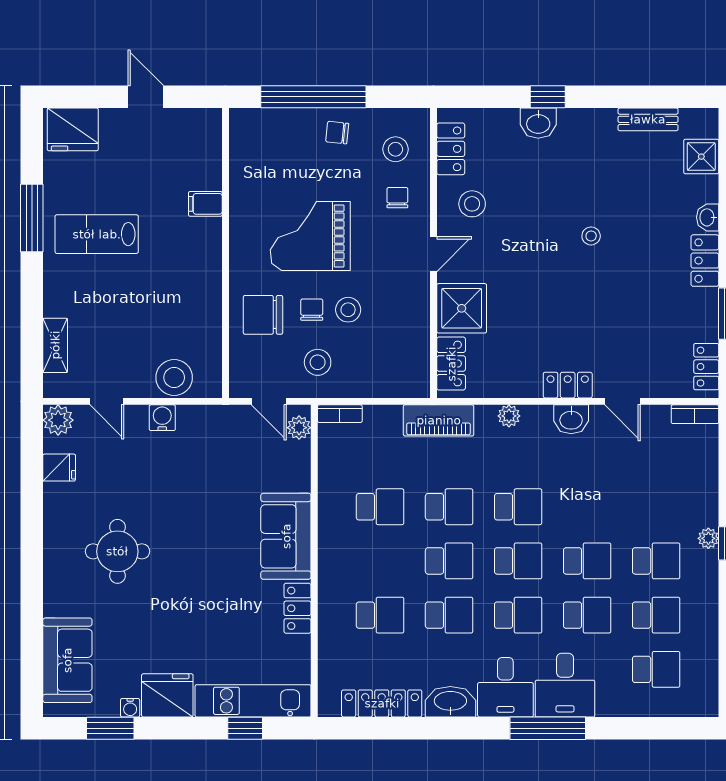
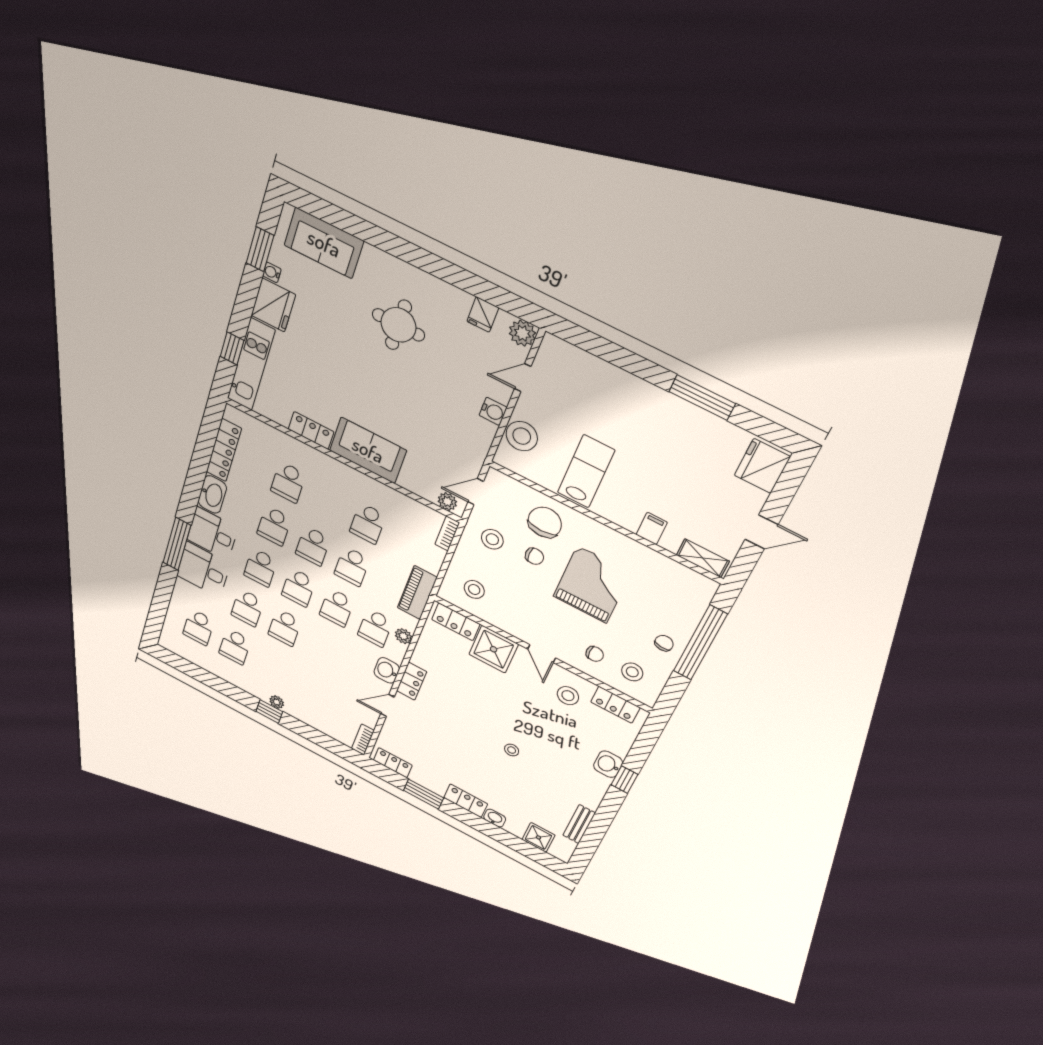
lab bench: (97, 234) -> (586, 471), moved
stool: (348, 310) -> (474, 589), moved
shelving: (55, 345) -> (703, 558), moved
school desk: (656, 561) -> (375, 628), moved

